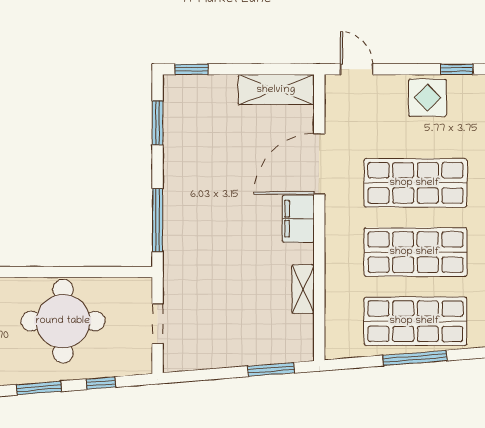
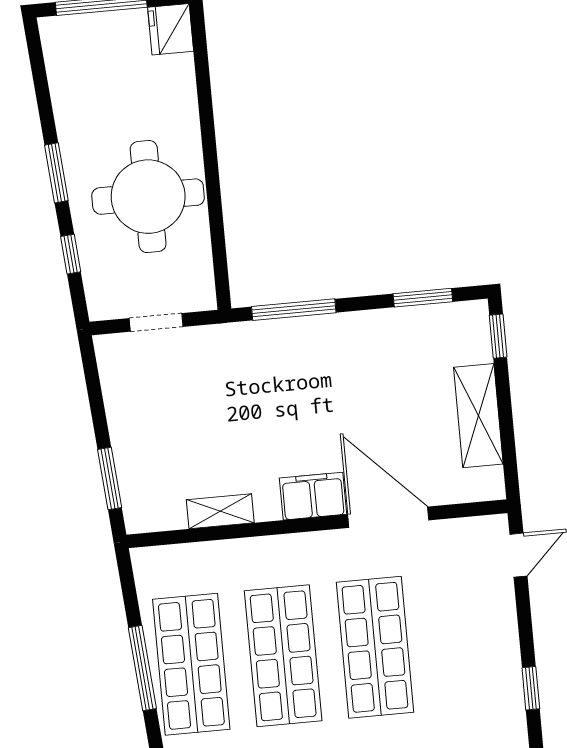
shelving: (276, 90) -> (478, 416), moved
display table: (428, 98) -> (490, 653), removed

